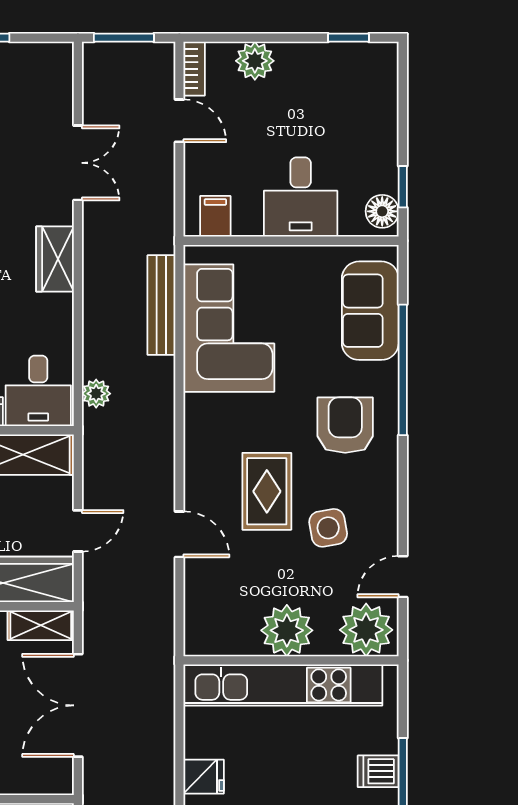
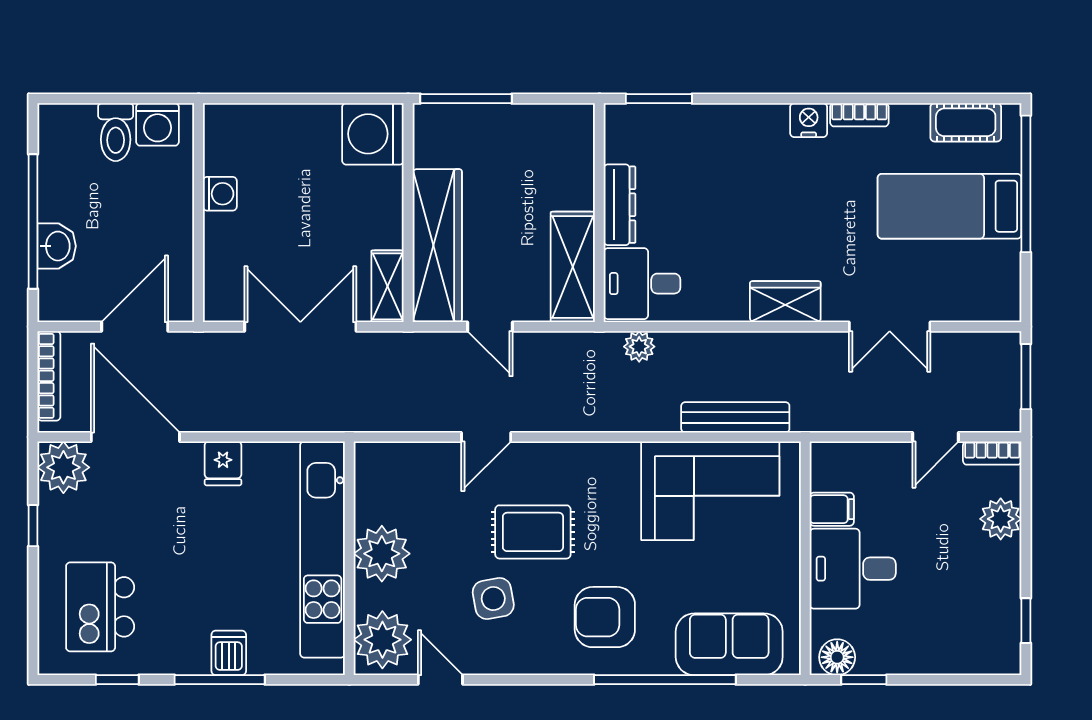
filing cabinet: (215, 216) -> (832, 509), moved
armchair: (345, 425) -> (605, 617), turned 180

